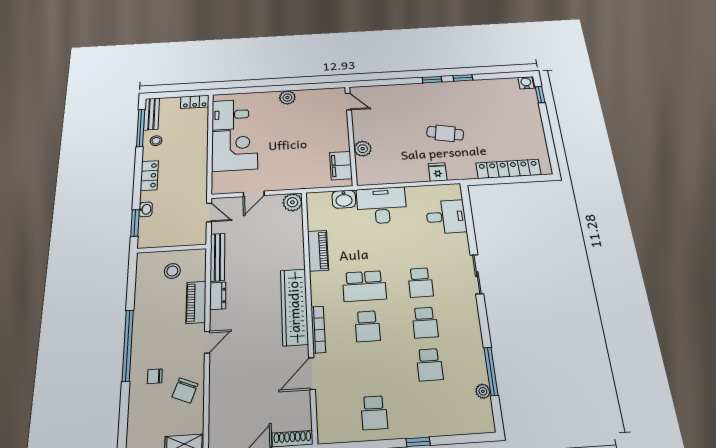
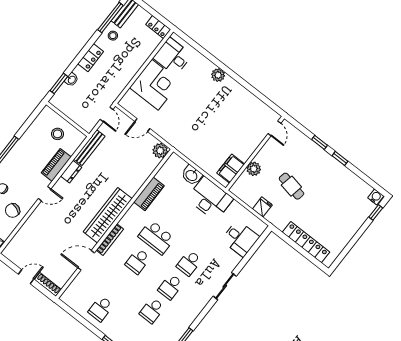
door: (348, 102) -> (274, 128), moved
wall: (351, 135) -> (255, 153), moved
plant: (363, 149) -> (254, 169), moved
filing cabinet: (341, 166) -> (231, 169), moved

